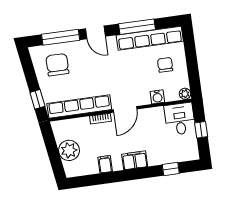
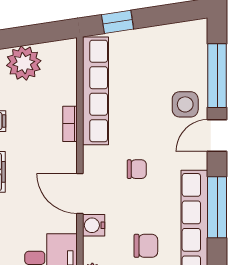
side table: (80, 53) -> (185, 104), added
chair: (57, 65) -> (137, 169), moved, width x0.54, depth x0.54
door: (125, 109) -> (80, 193), moved

